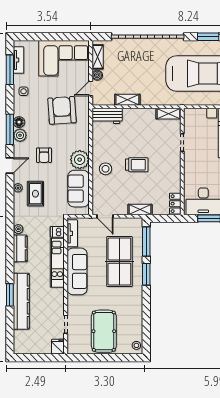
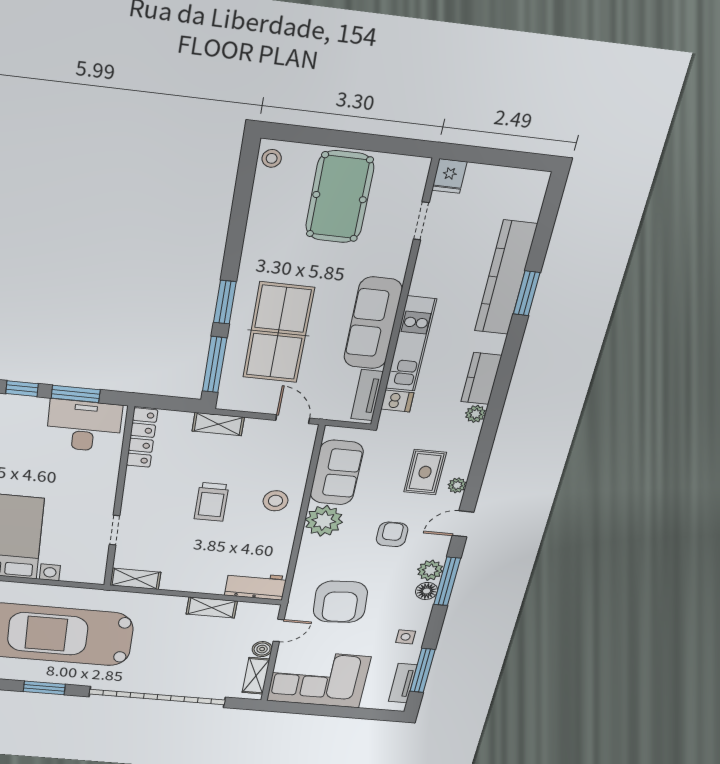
trolley: (137, 165) -> (212, 502), turned -90
locker: (175, 204) -> (142, 438), width x1.53

